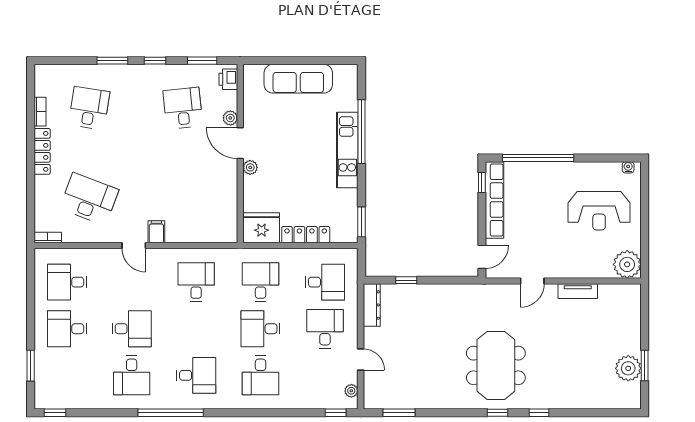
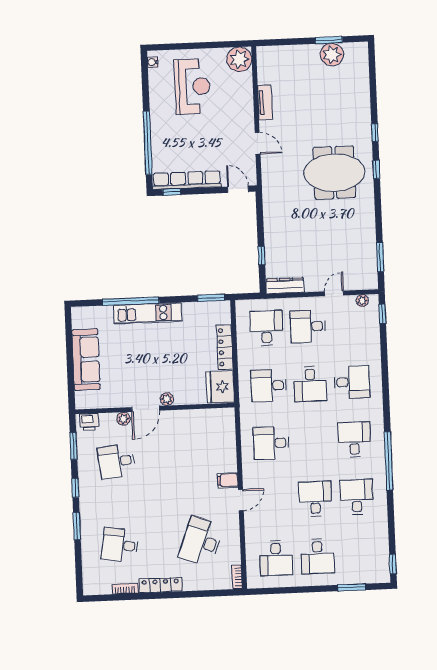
desk: (132, 375) -> (357, 497), turned -90

